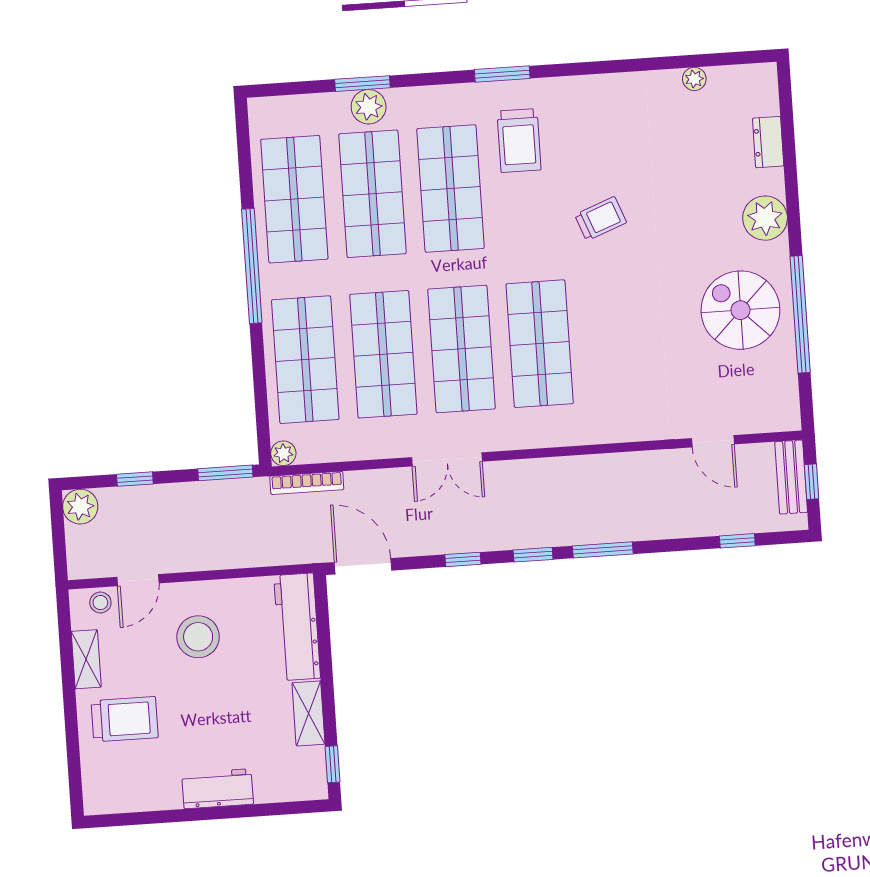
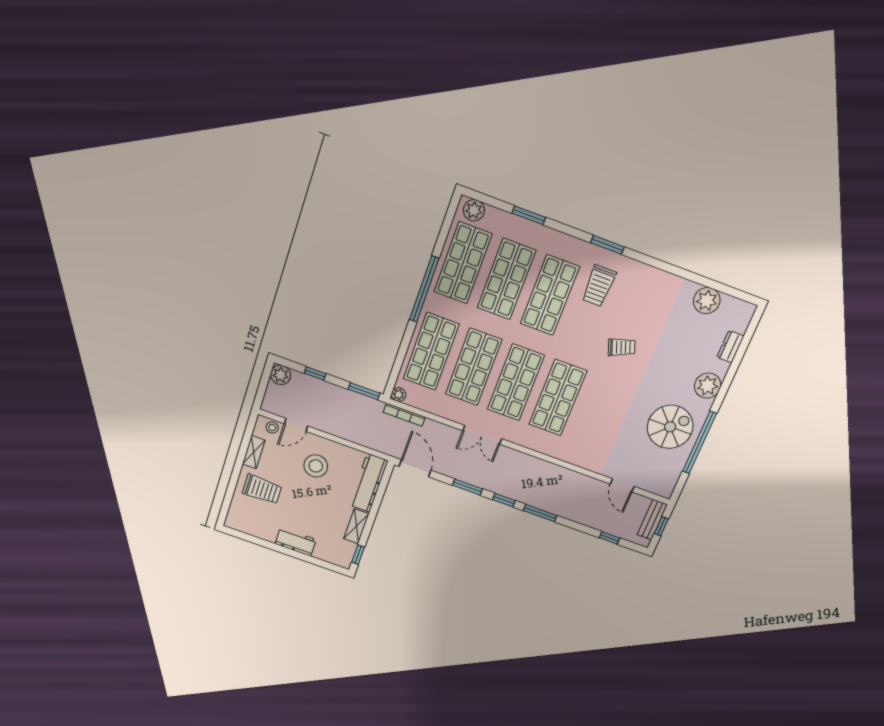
plant: (694, 79) -> (707, 301), width x1.88, depth x1.88
plant: (369, 107) -> (474, 210), moved
spiral stairs: (740, 310) -> (670, 427), turned 90
window: (463, 559) -> (467, 487), width x1.50

